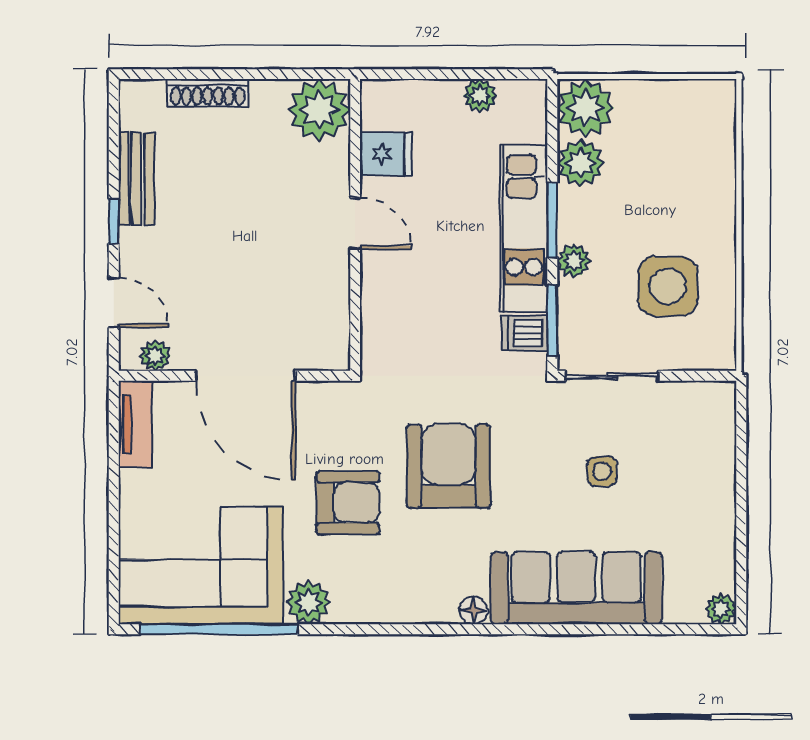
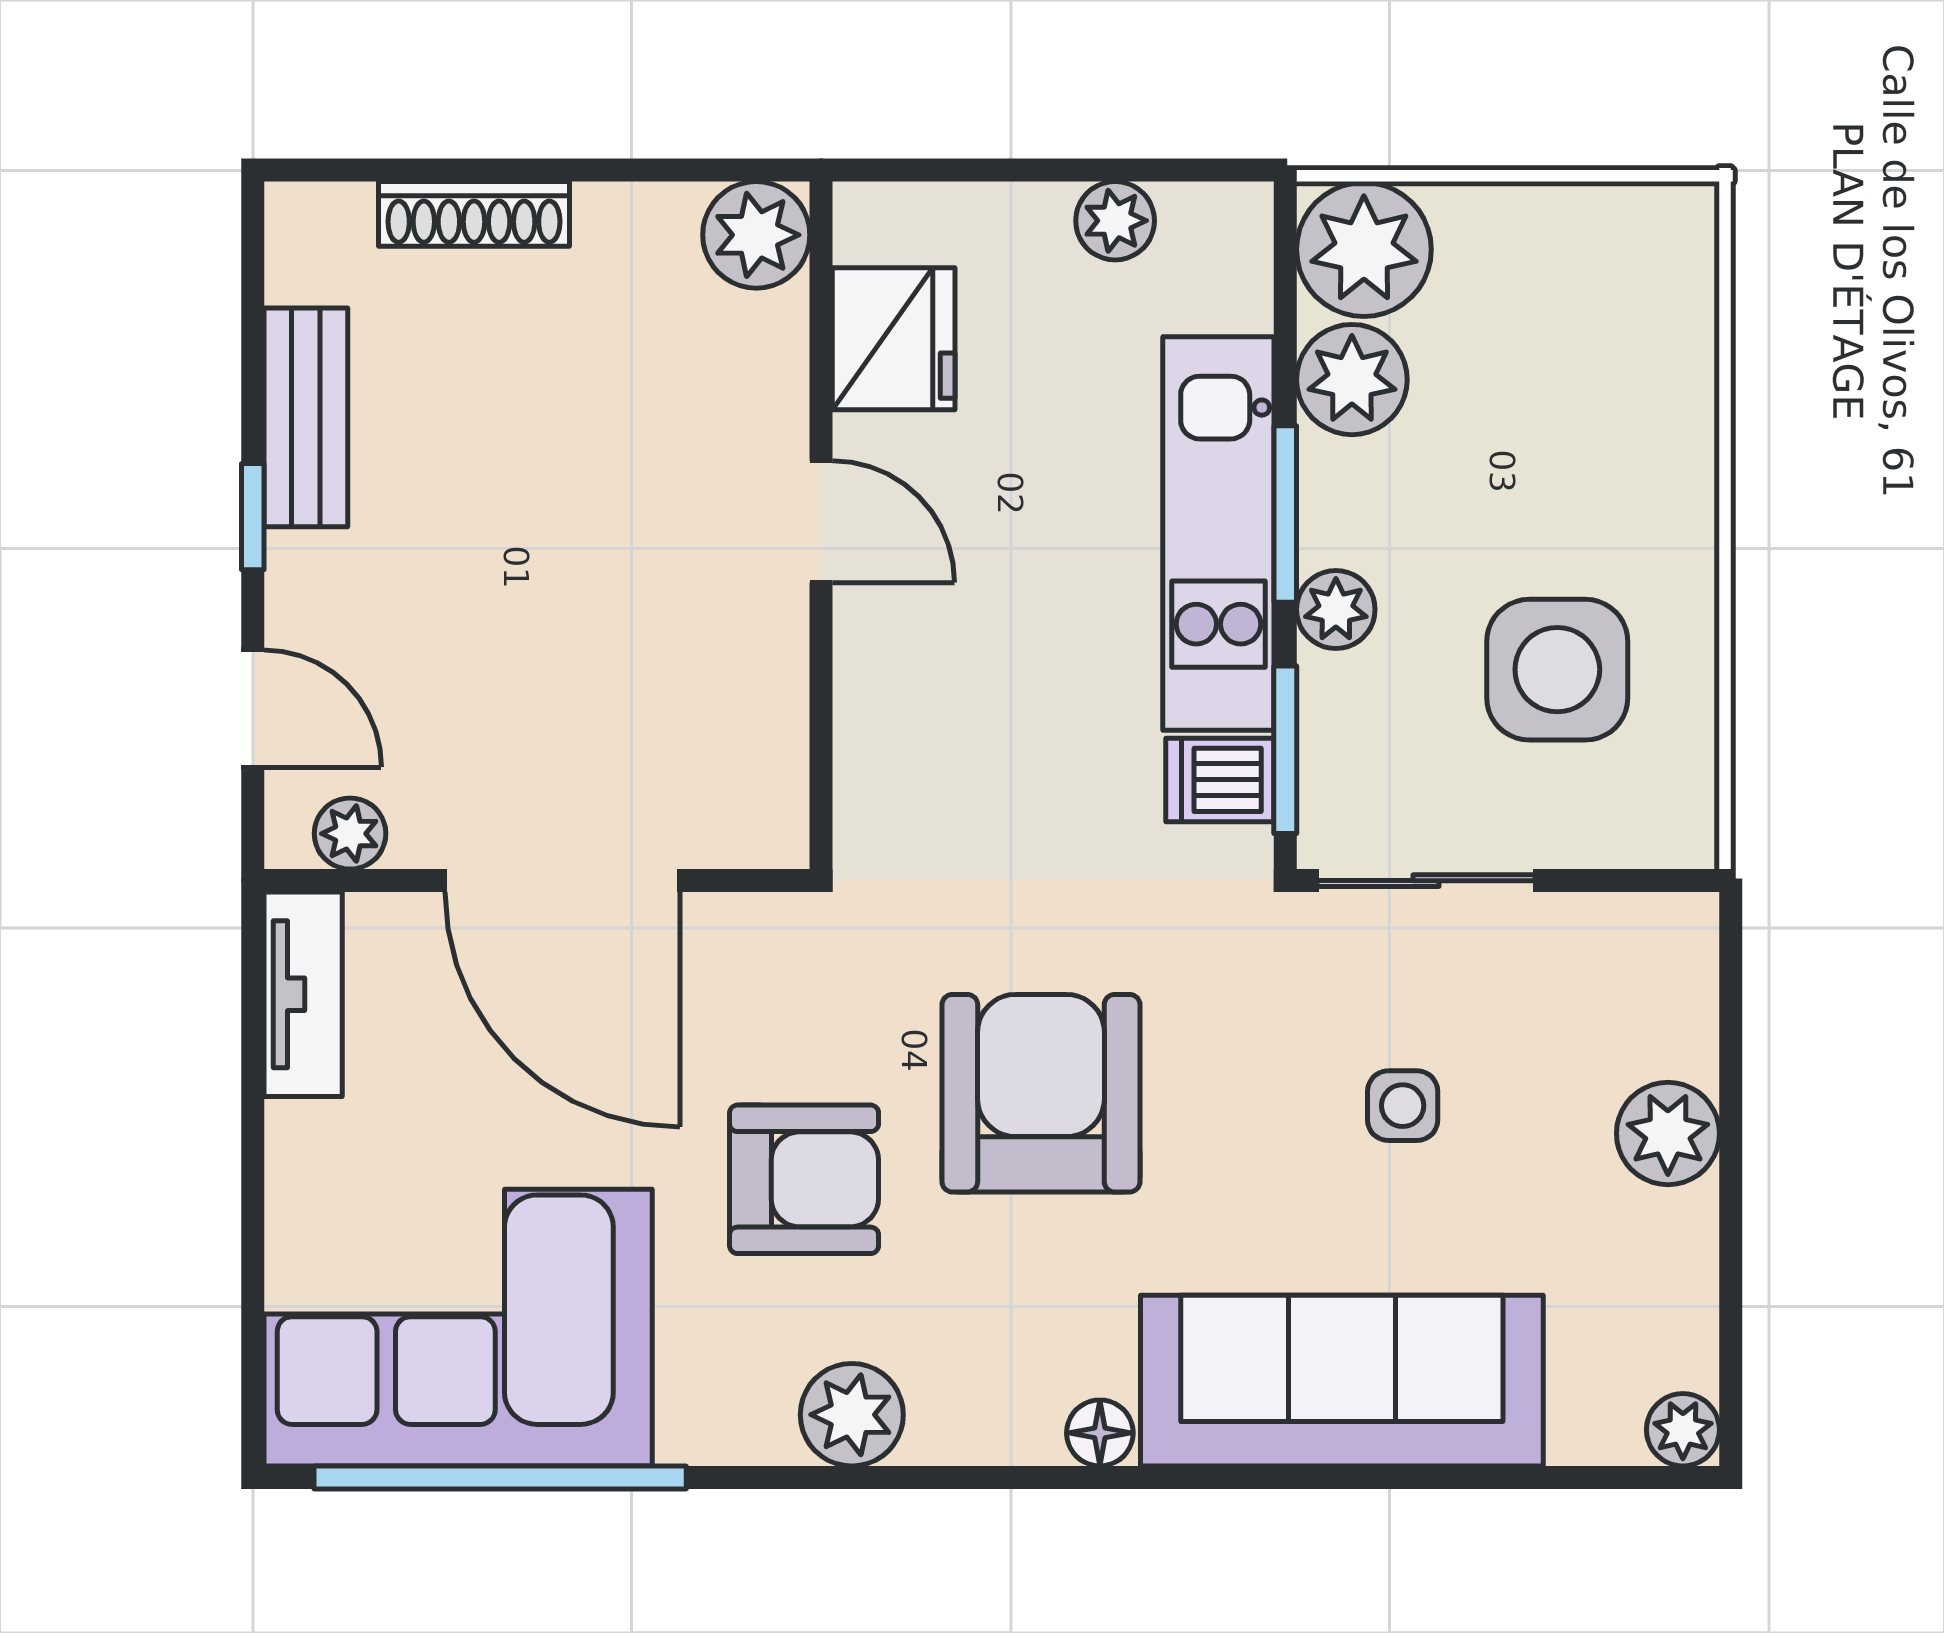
plant: (319, 110) -> (756, 235), width x0.73, depth x0.73
fridge: (386, 154) -> (894, 339), width x1.38
plant: (715, 483) -> (1668, 1133), added
plant: (308, 603) -> (852, 1415), moved

